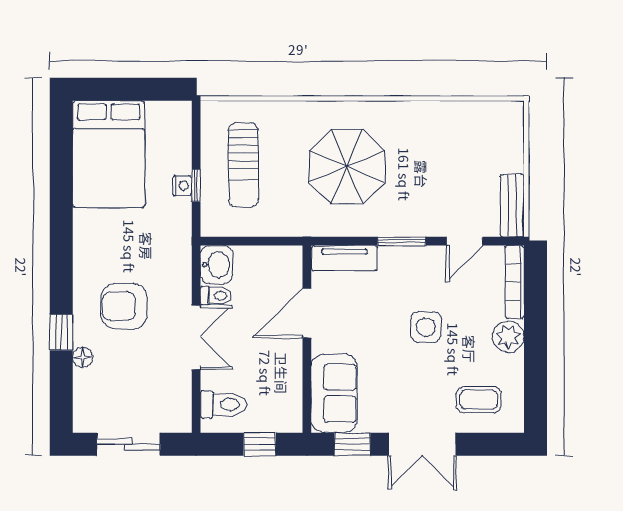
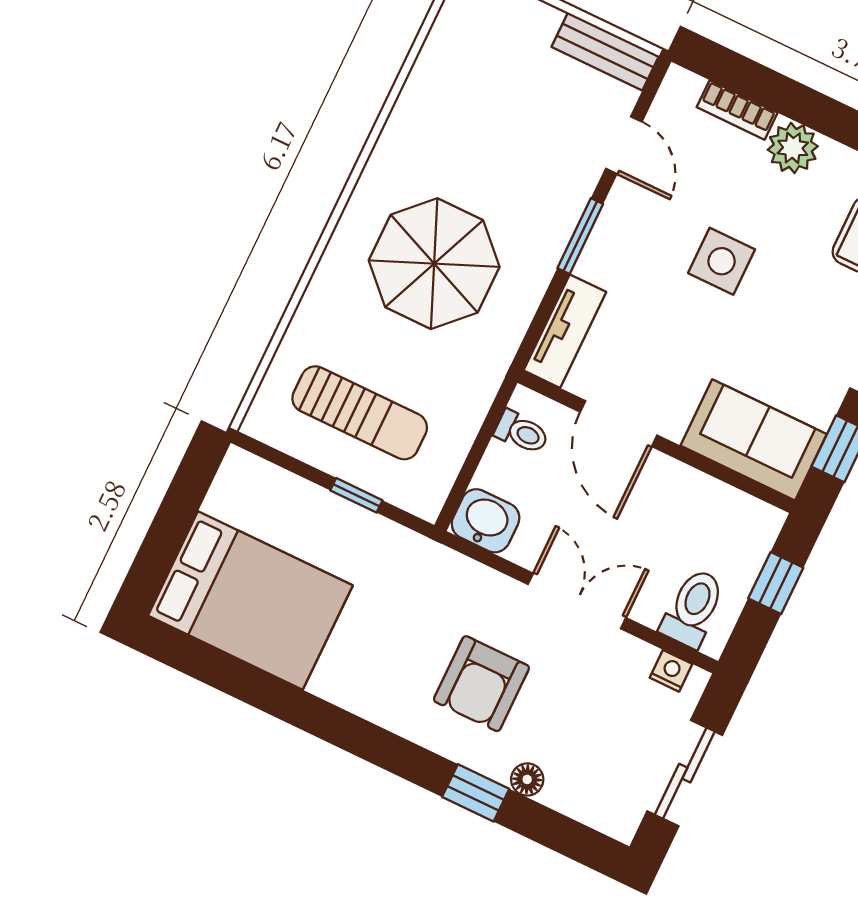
nightstand: (182, 186) -> (671, 671), moved
bookcase: (515, 282) -> (737, 110), width x0.64
toilet: (216, 296) -> (522, 432), moved, turned 90

